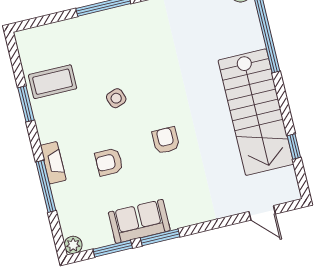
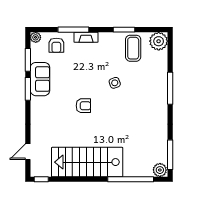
plant: (31, 43) -> (159, 41), added
window: (294, 147) -> (41, 179), moved
armchair: (109, 162) -> (56, 45), moved, turned 180

